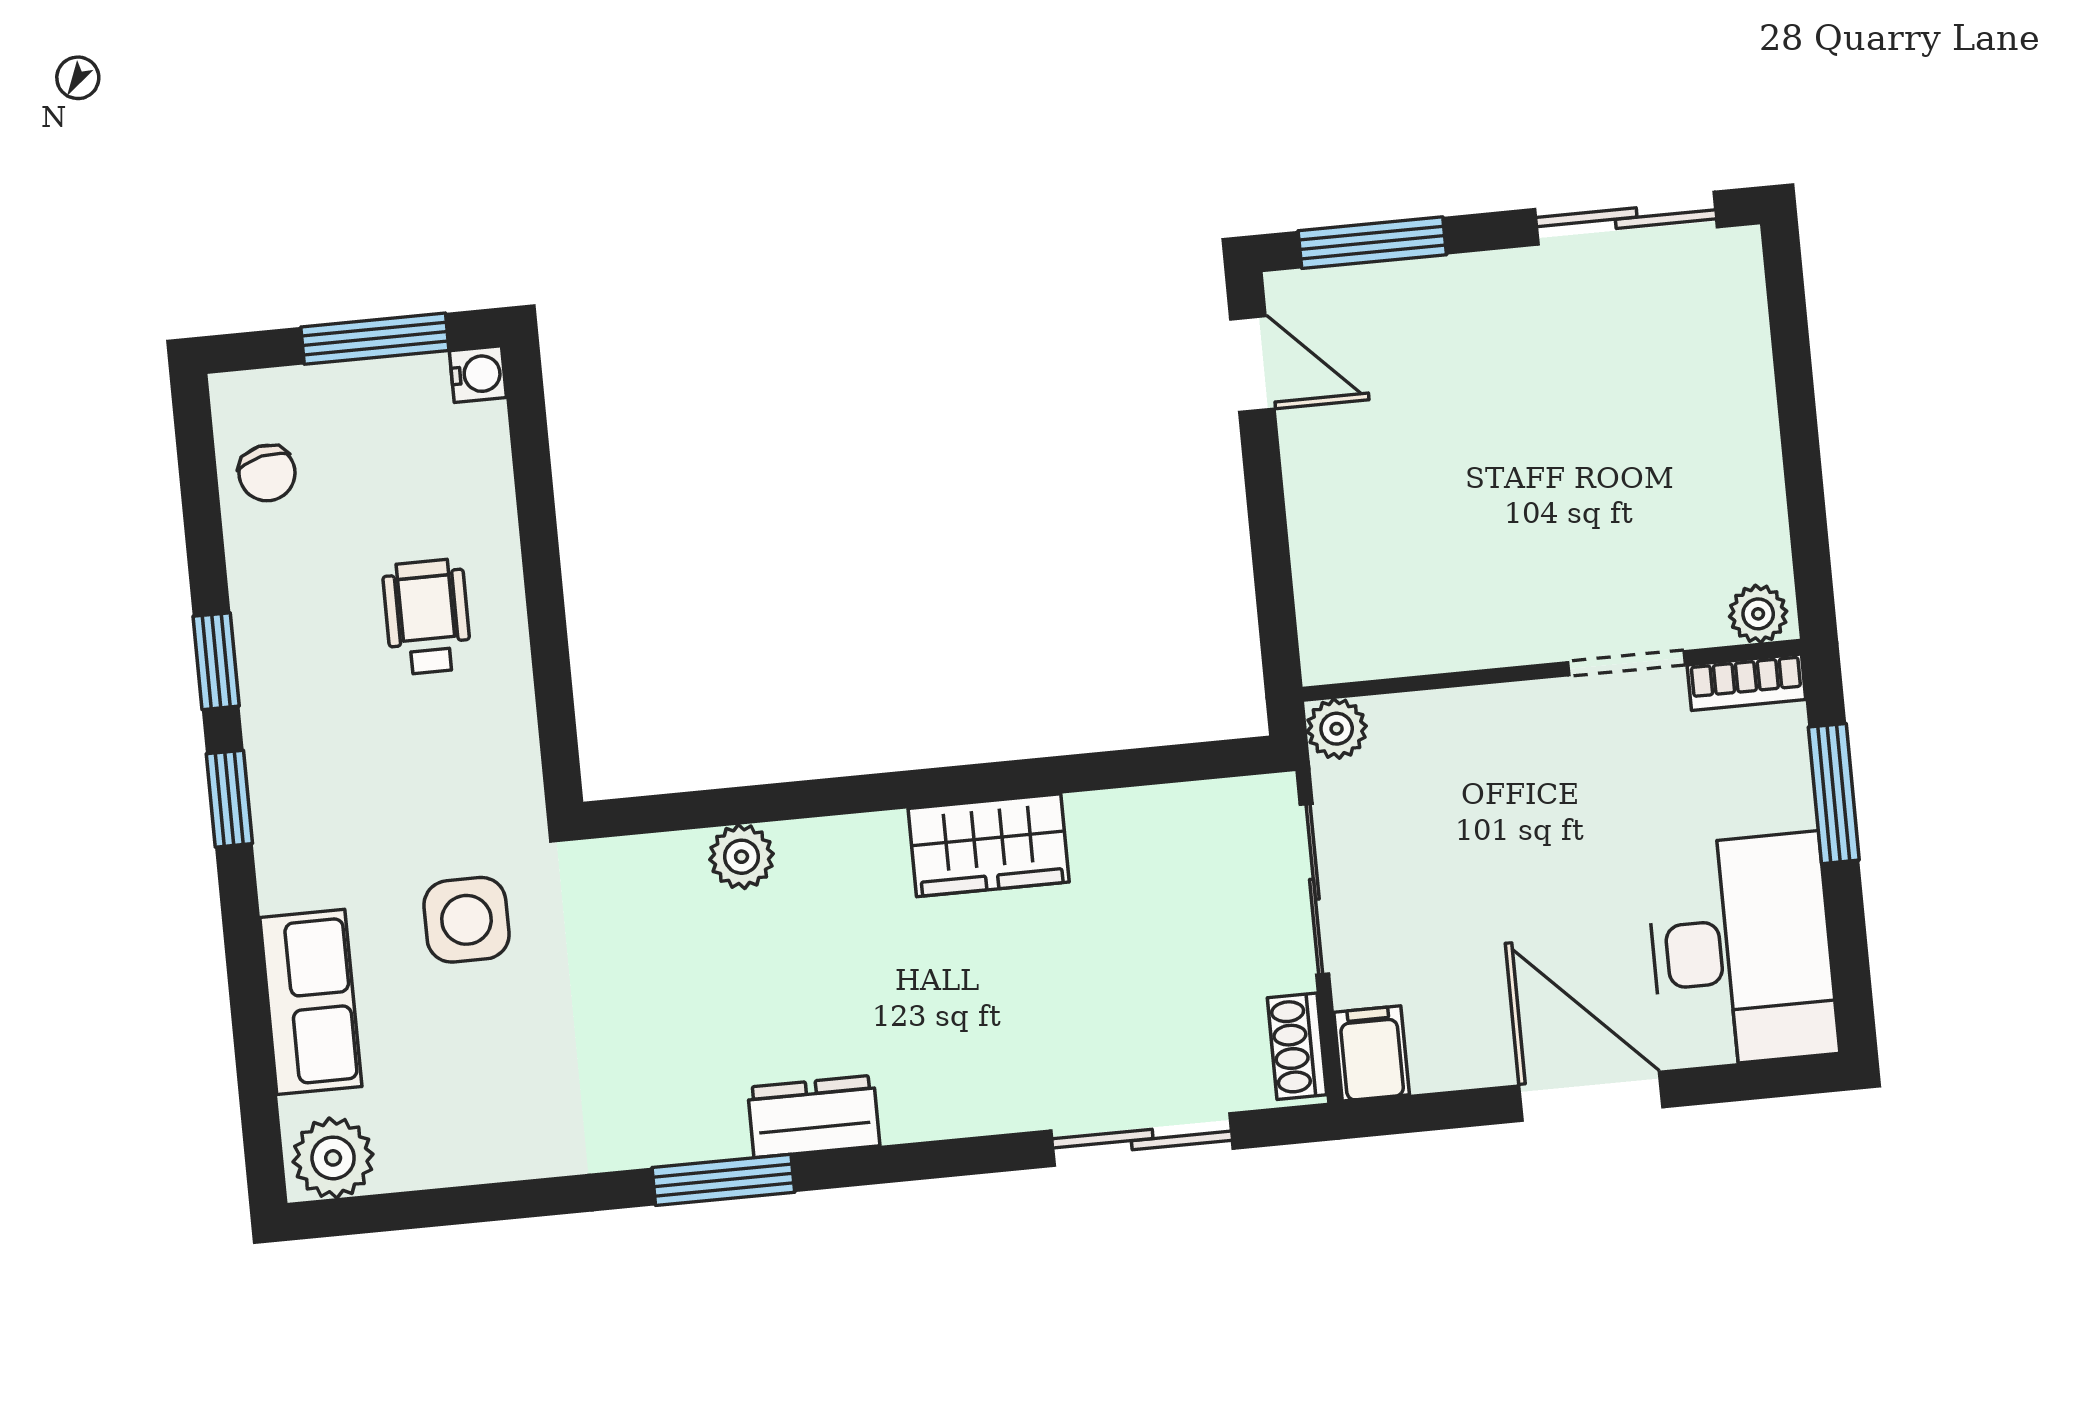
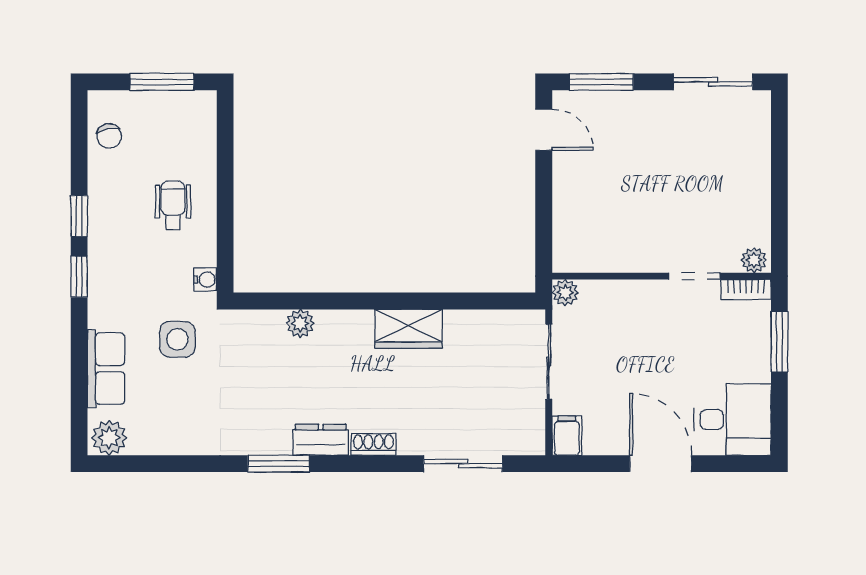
water cooler: (478, 374) -> (205, 280), moved
desk: (1742, 950) -> (733, 420), width x0.73
shoe rack: (1297, 1046) -> (373, 444), moved, turned 90

